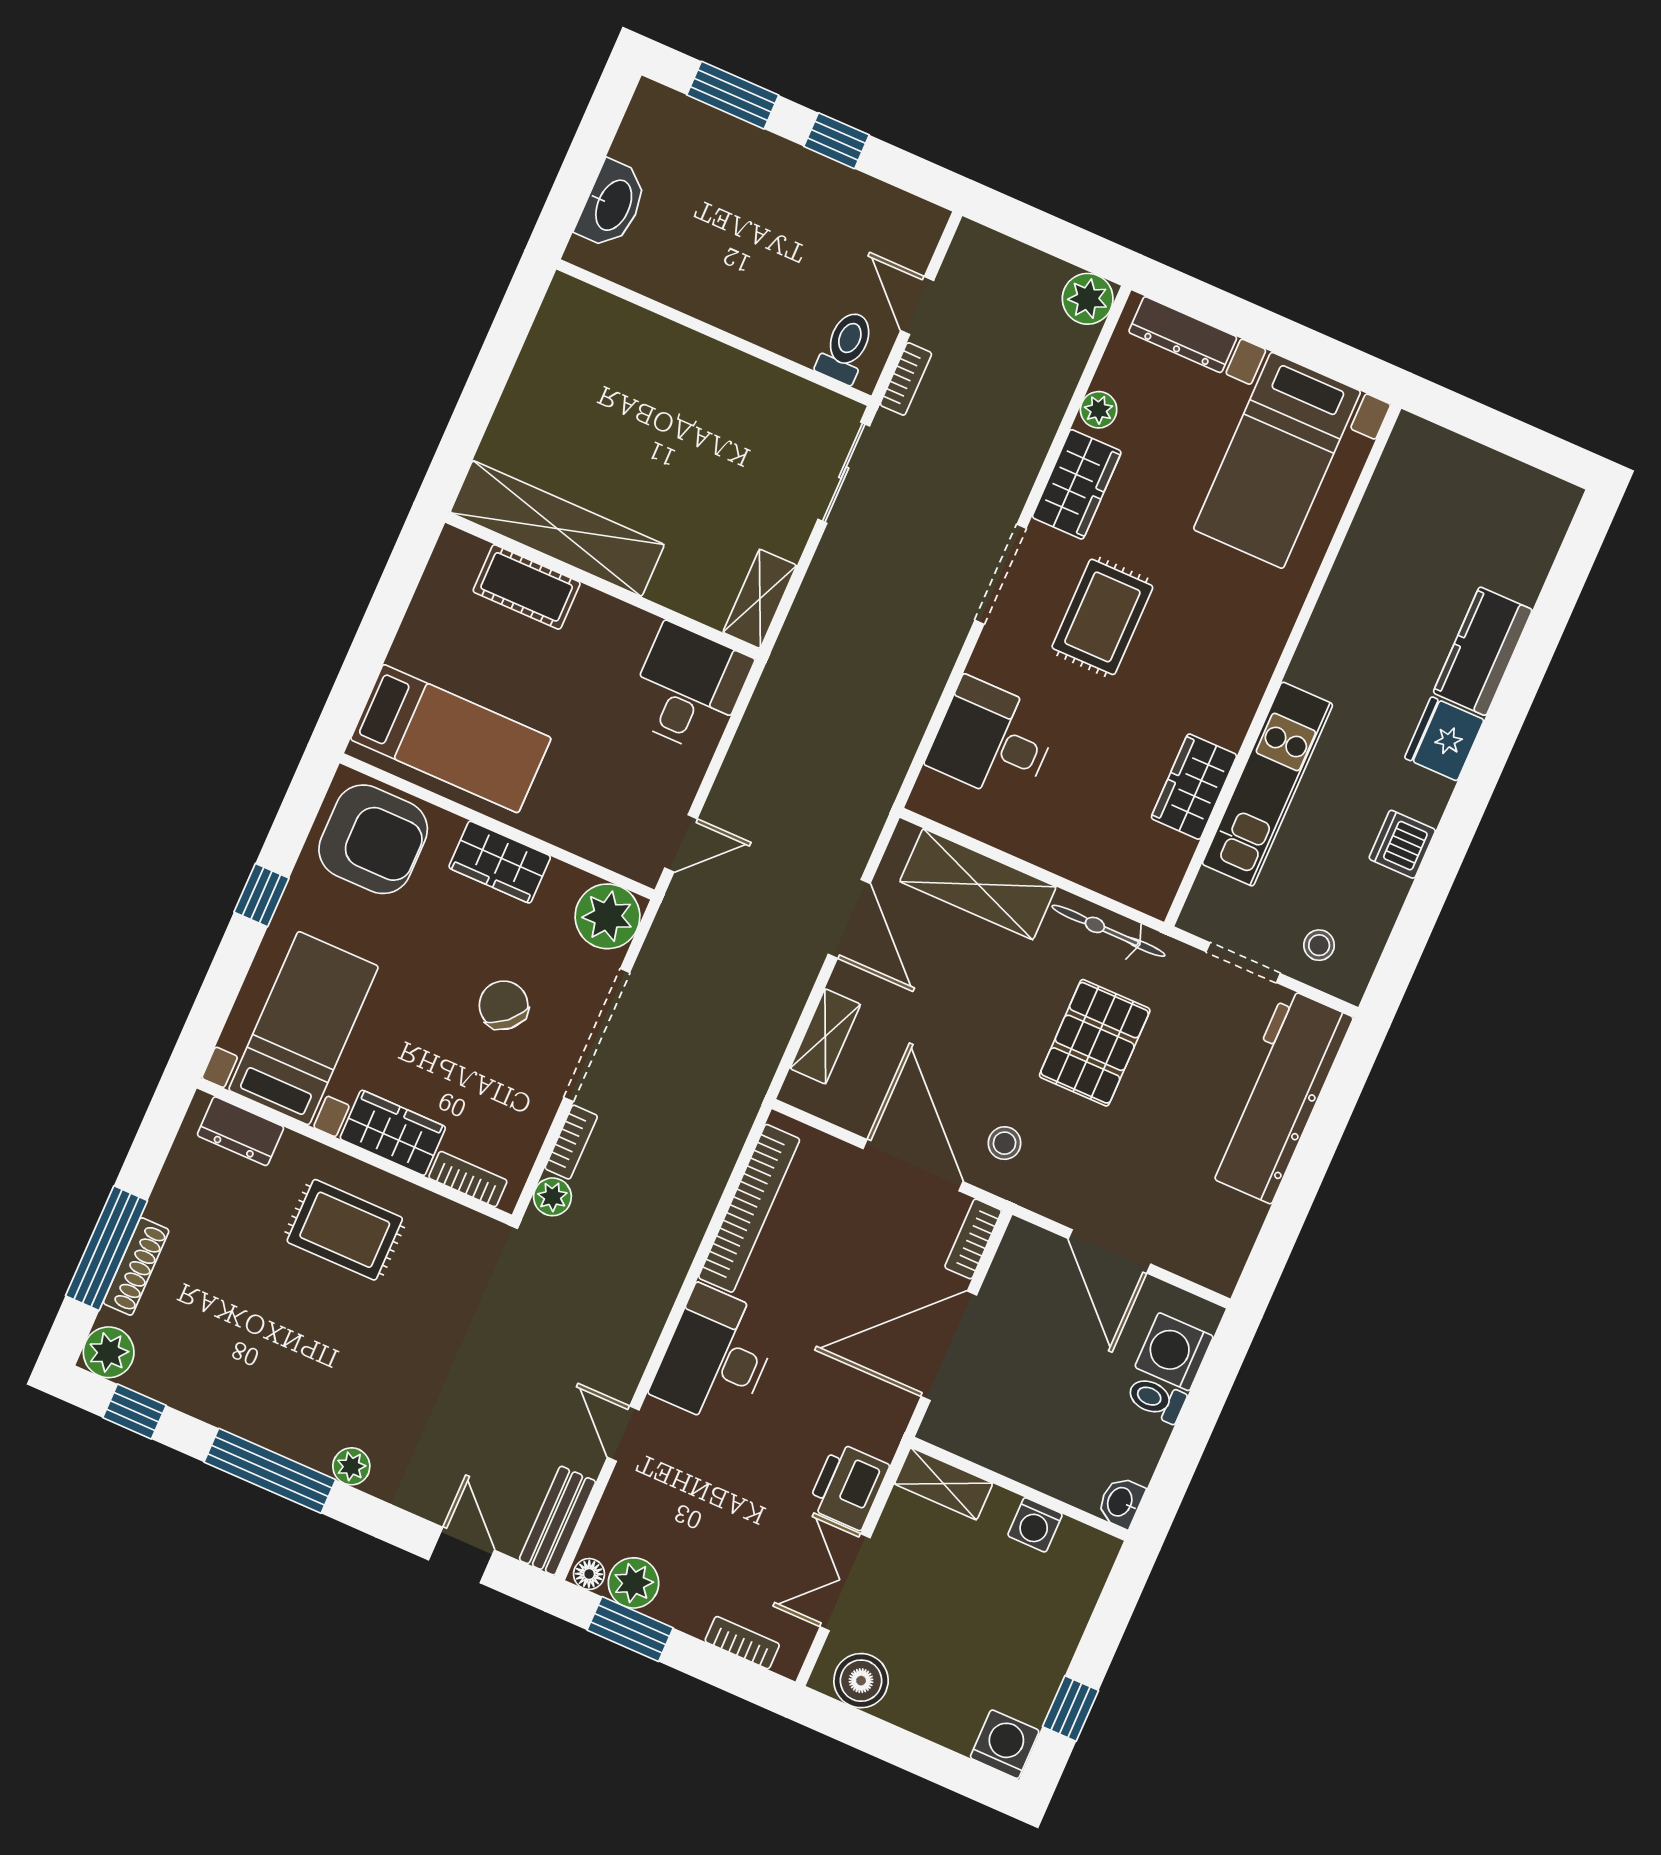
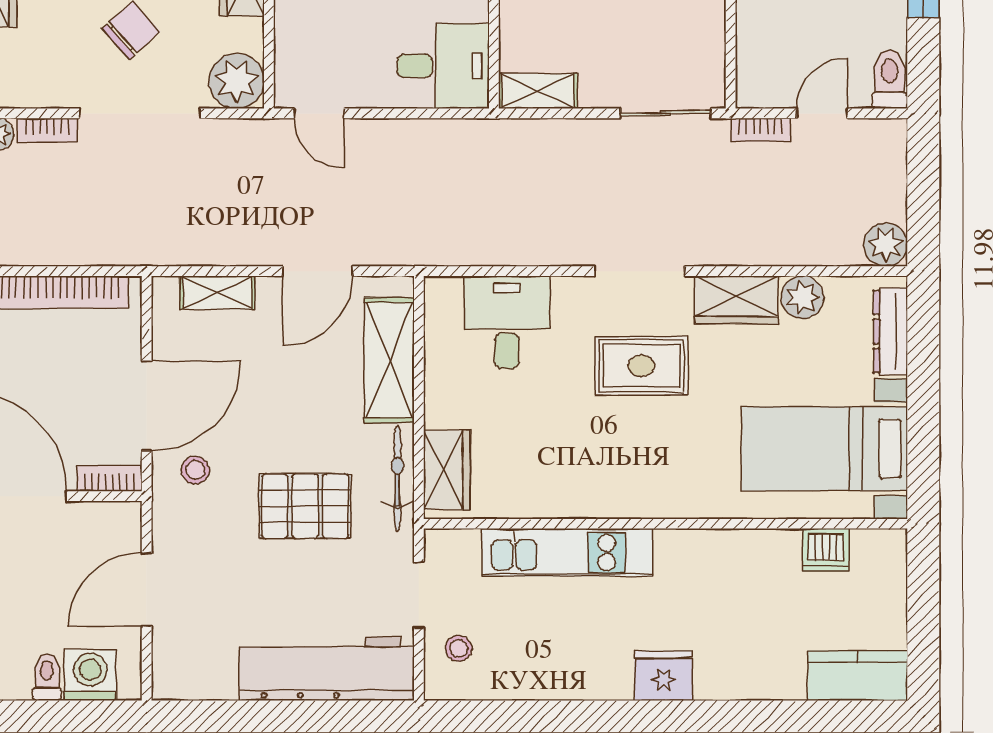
toilet: (846, 347) -> (890, 79), moved, turned -90
plant: (1099, 410) -> (803, 297), width x1.38, depth x1.38
kitchen counter: (1483, 651) -> (858, 676), moved
wardrobe: (1194, 787) -> (447, 470), moved, turned 90
dishwasher: (1402, 844) -> (826, 550), moved, turned 180

